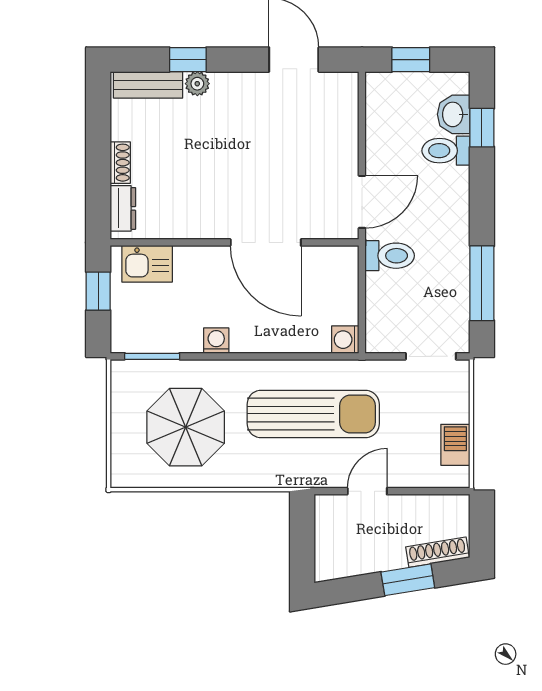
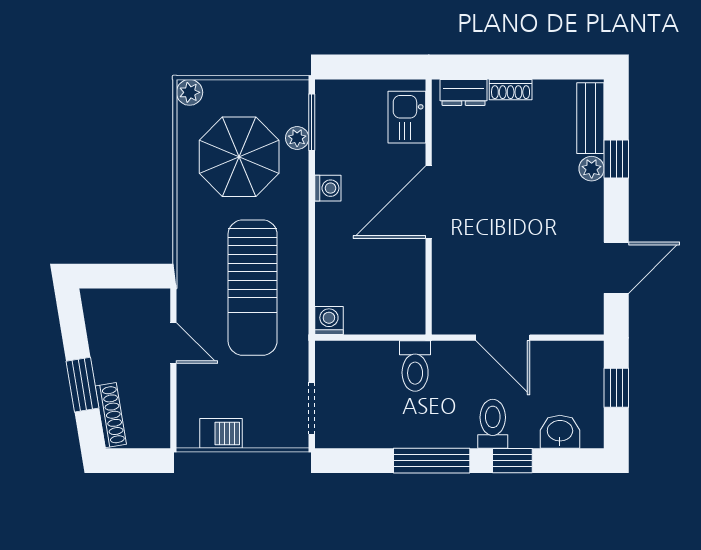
window: (482, 128) -> (512, 461), moved
toilet: (446, 151) -> (493, 424), moved
door: (362, 202) -> (503, 338), moved
door: (266, 242) -> (429, 202), moved
window: (482, 283) -> (432, 461), moved
window: (98, 291) -> (379, 67), removed
plant: (167, 371) -> (297, 138), added
plant: (123, 475) -> (190, 92), added

